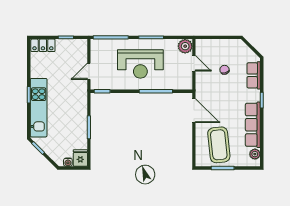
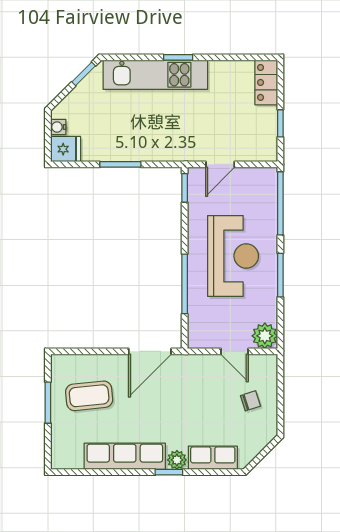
door: (194, 63) -> (234, 351), hinge flipped
reception desk: (140, 64) -> (233, 256), turned 180
chair: (225, 70) -> (250, 401), moved
door: (89, 71) -> (220, 164), swing flipped
coffee table: (219, 145) -> (89, 396), width x0.73, depth x0.76
plant: (255, 154) -> (177, 460), moved

